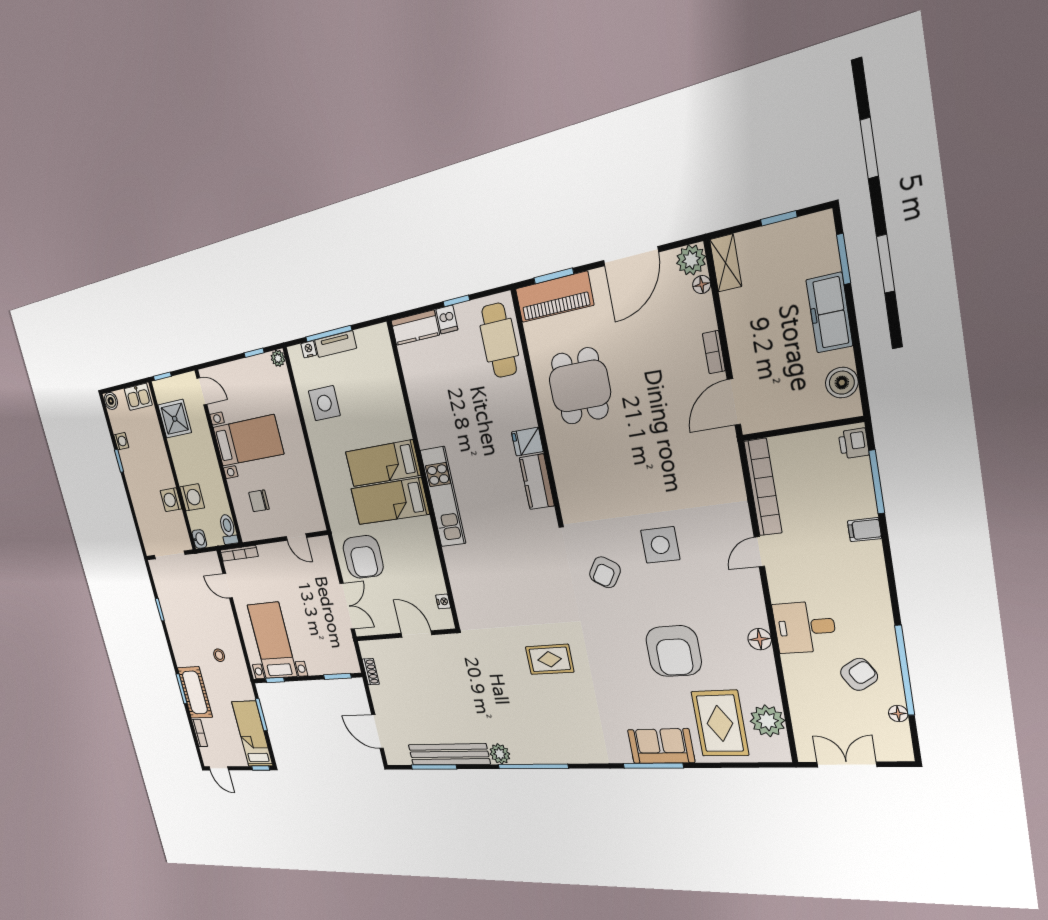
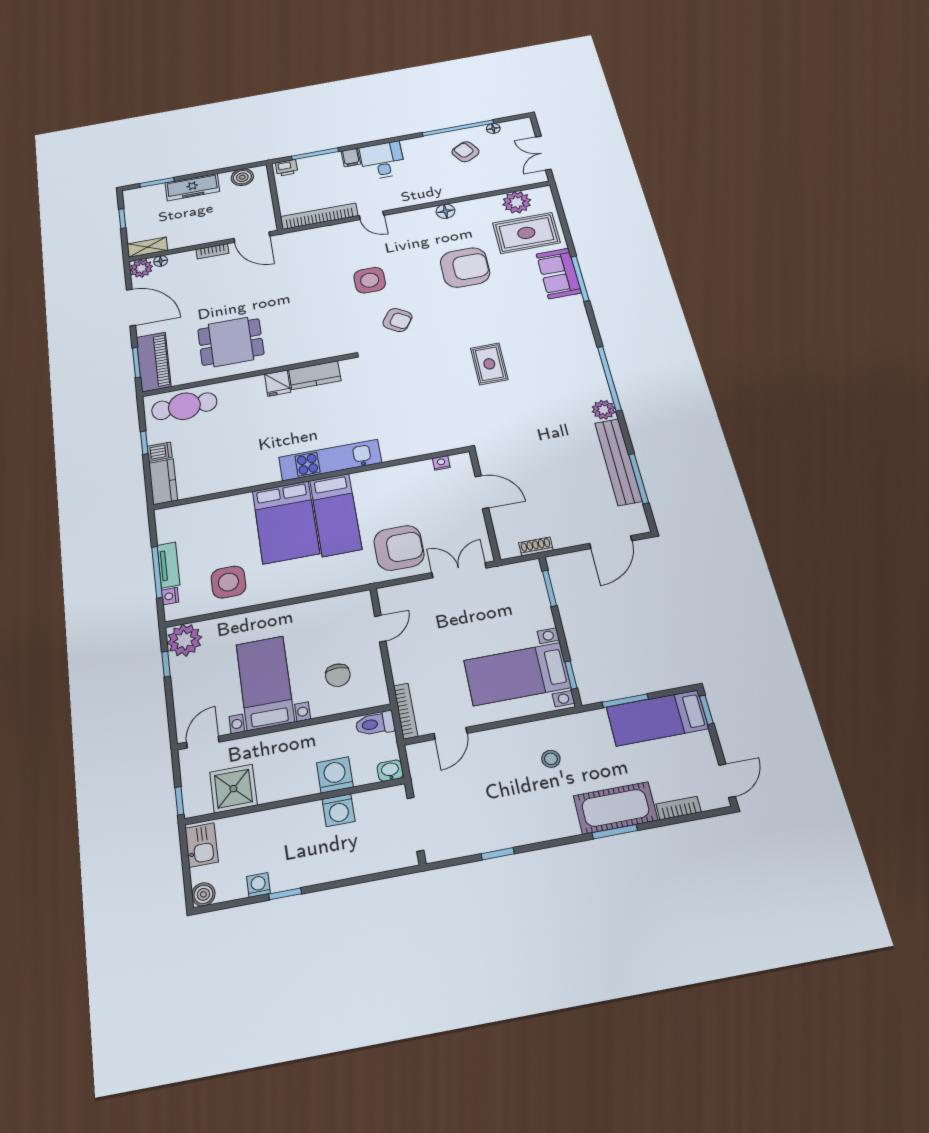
plant: (278, 358) -> (184, 640), width x1.88, depth x1.88
bed: (383, 463) -> (286, 522), width x1.50
desk: (805, 627) -> (382, 160), moved, turned 180
door: (416, 634) -> (482, 492), swing flipped

